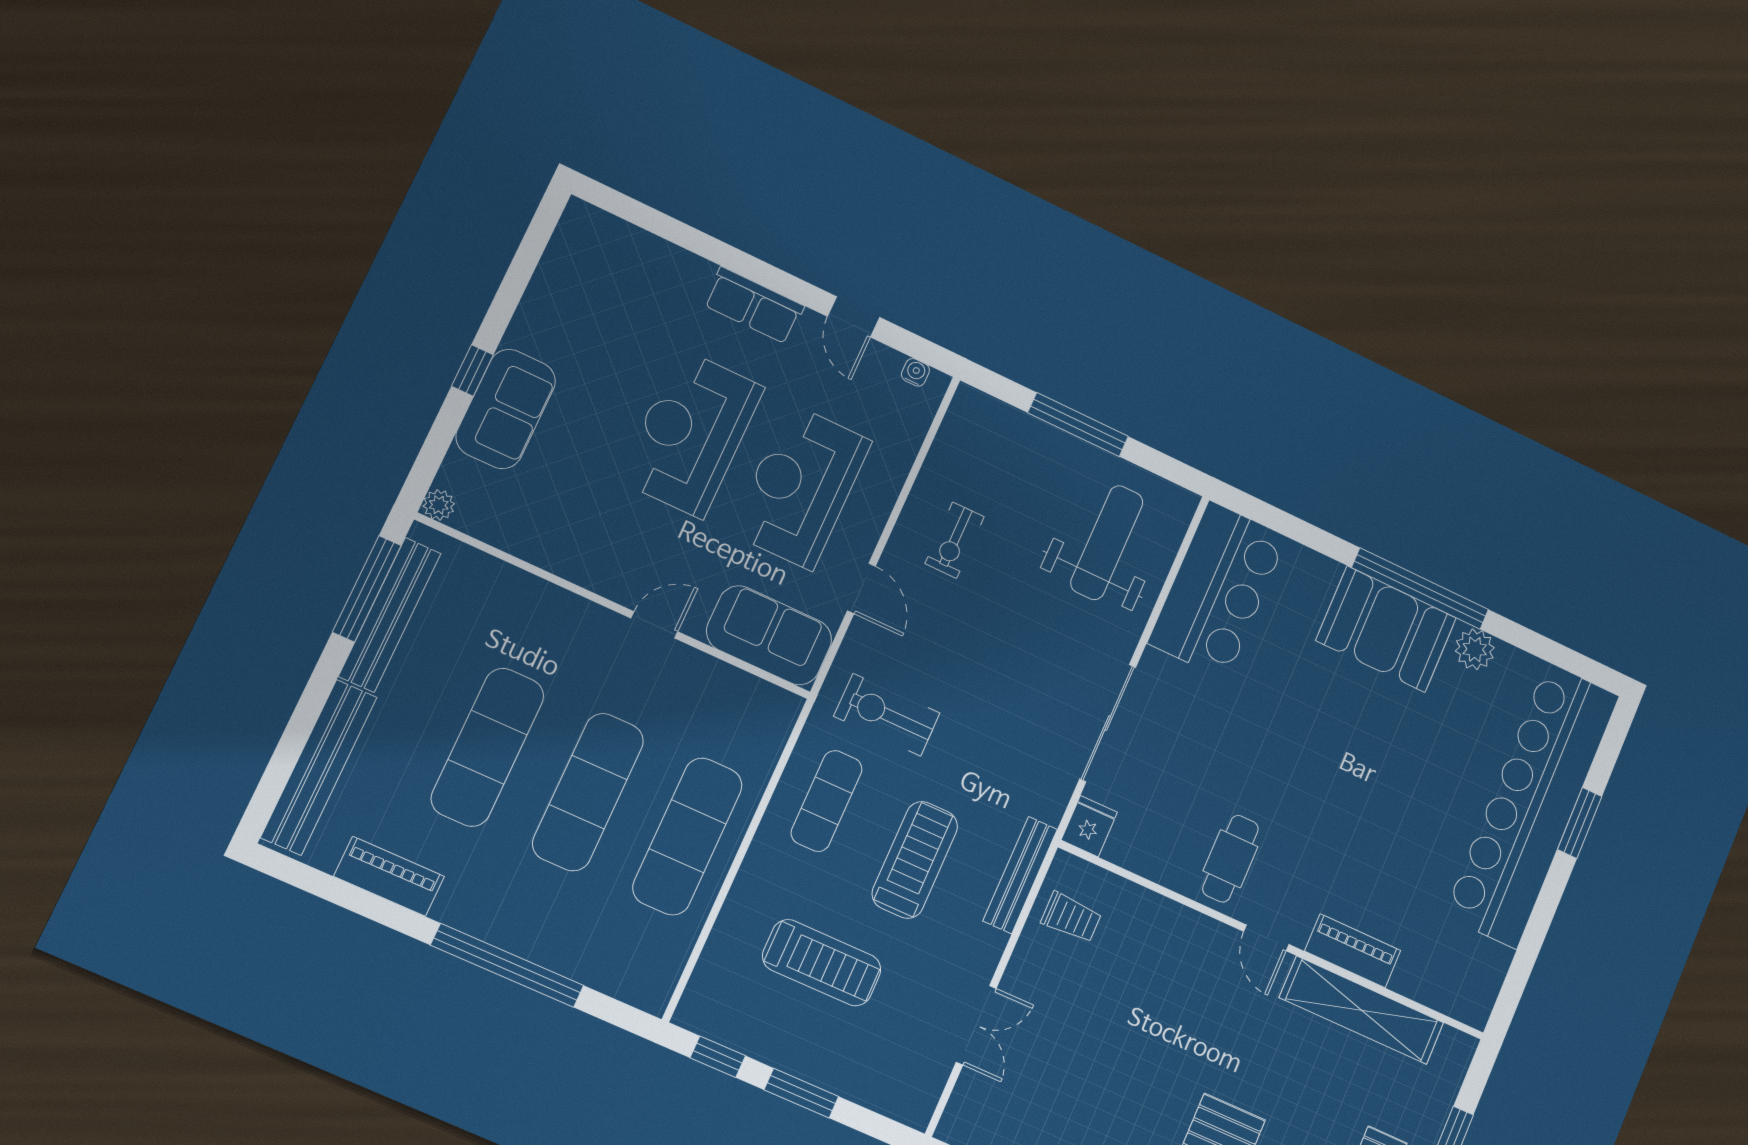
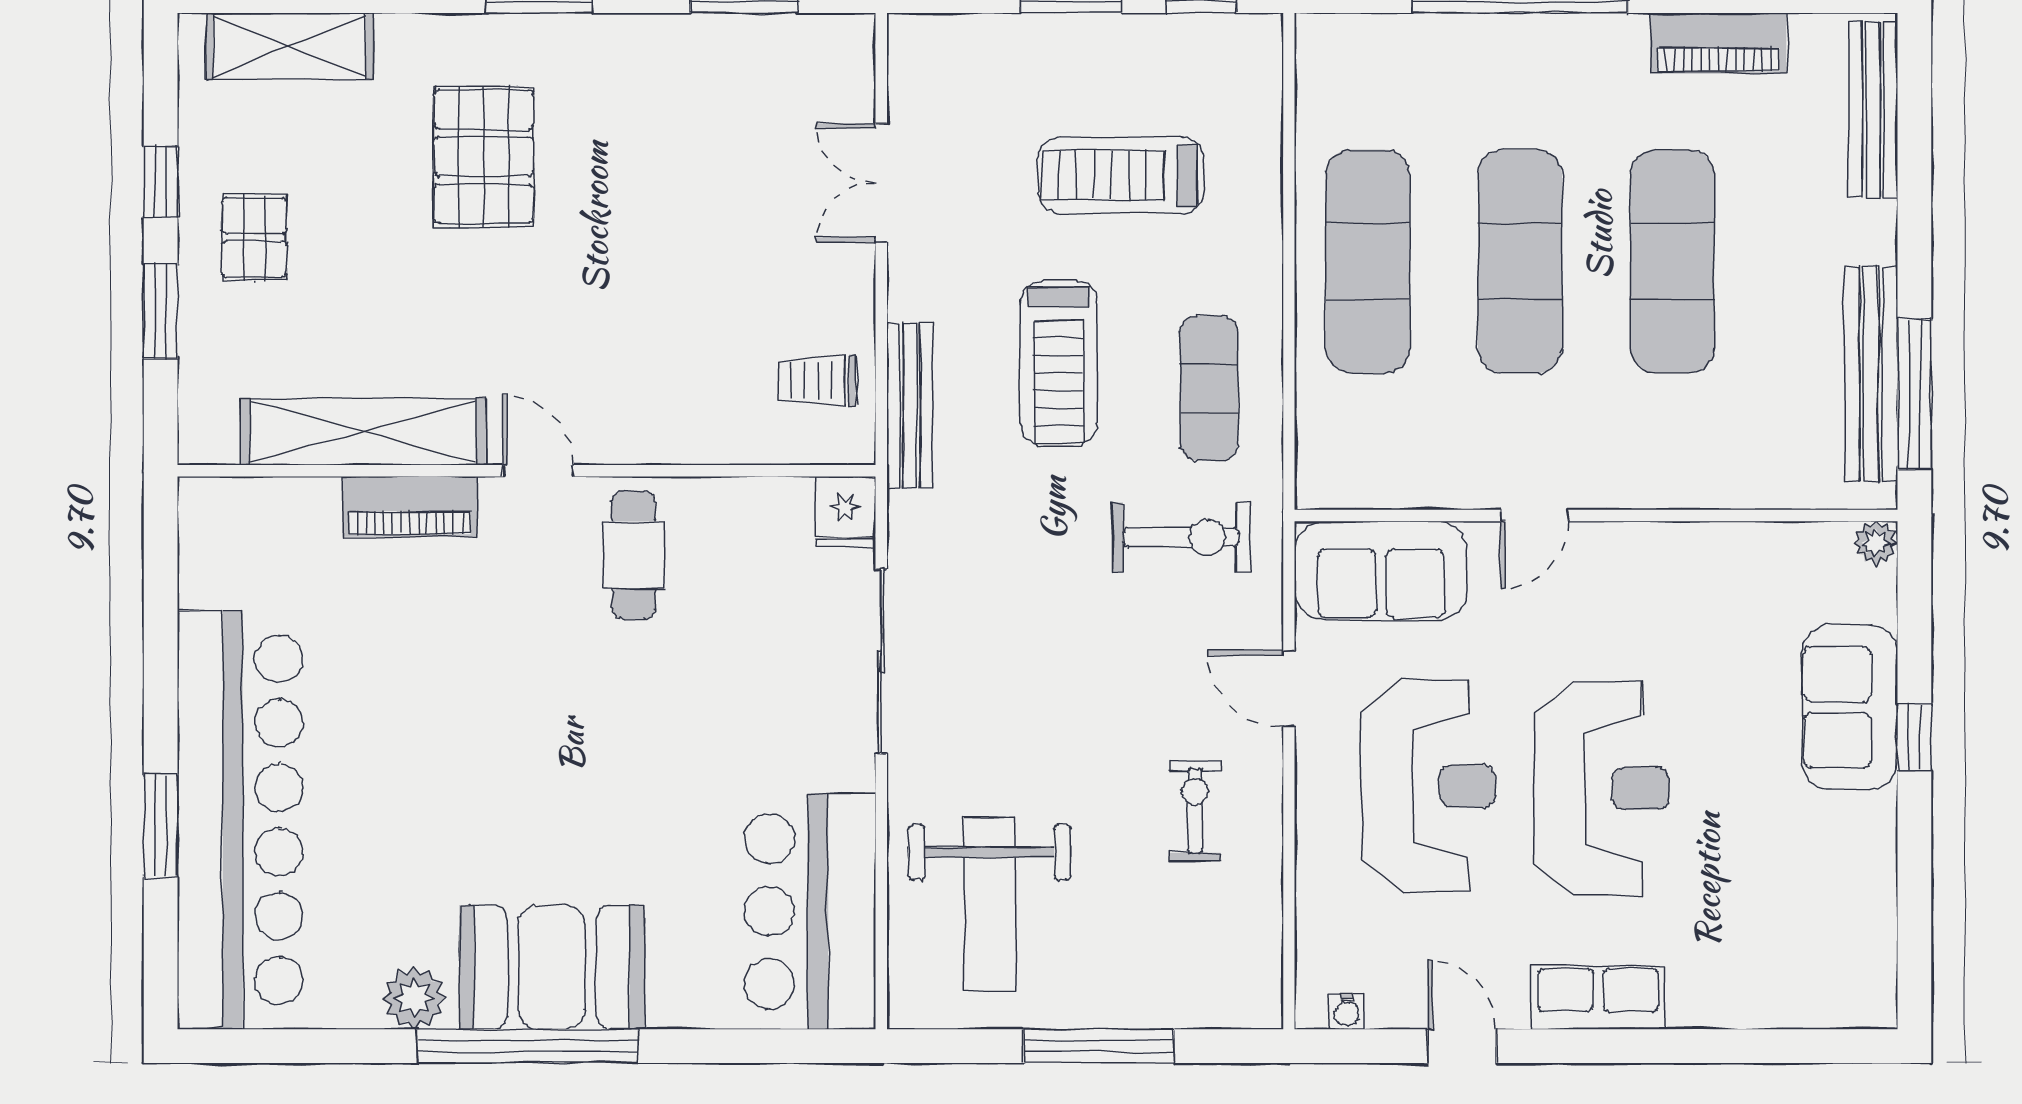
bench: (319, 767) -> (1873, 109), width x0.73, depth x0.82

